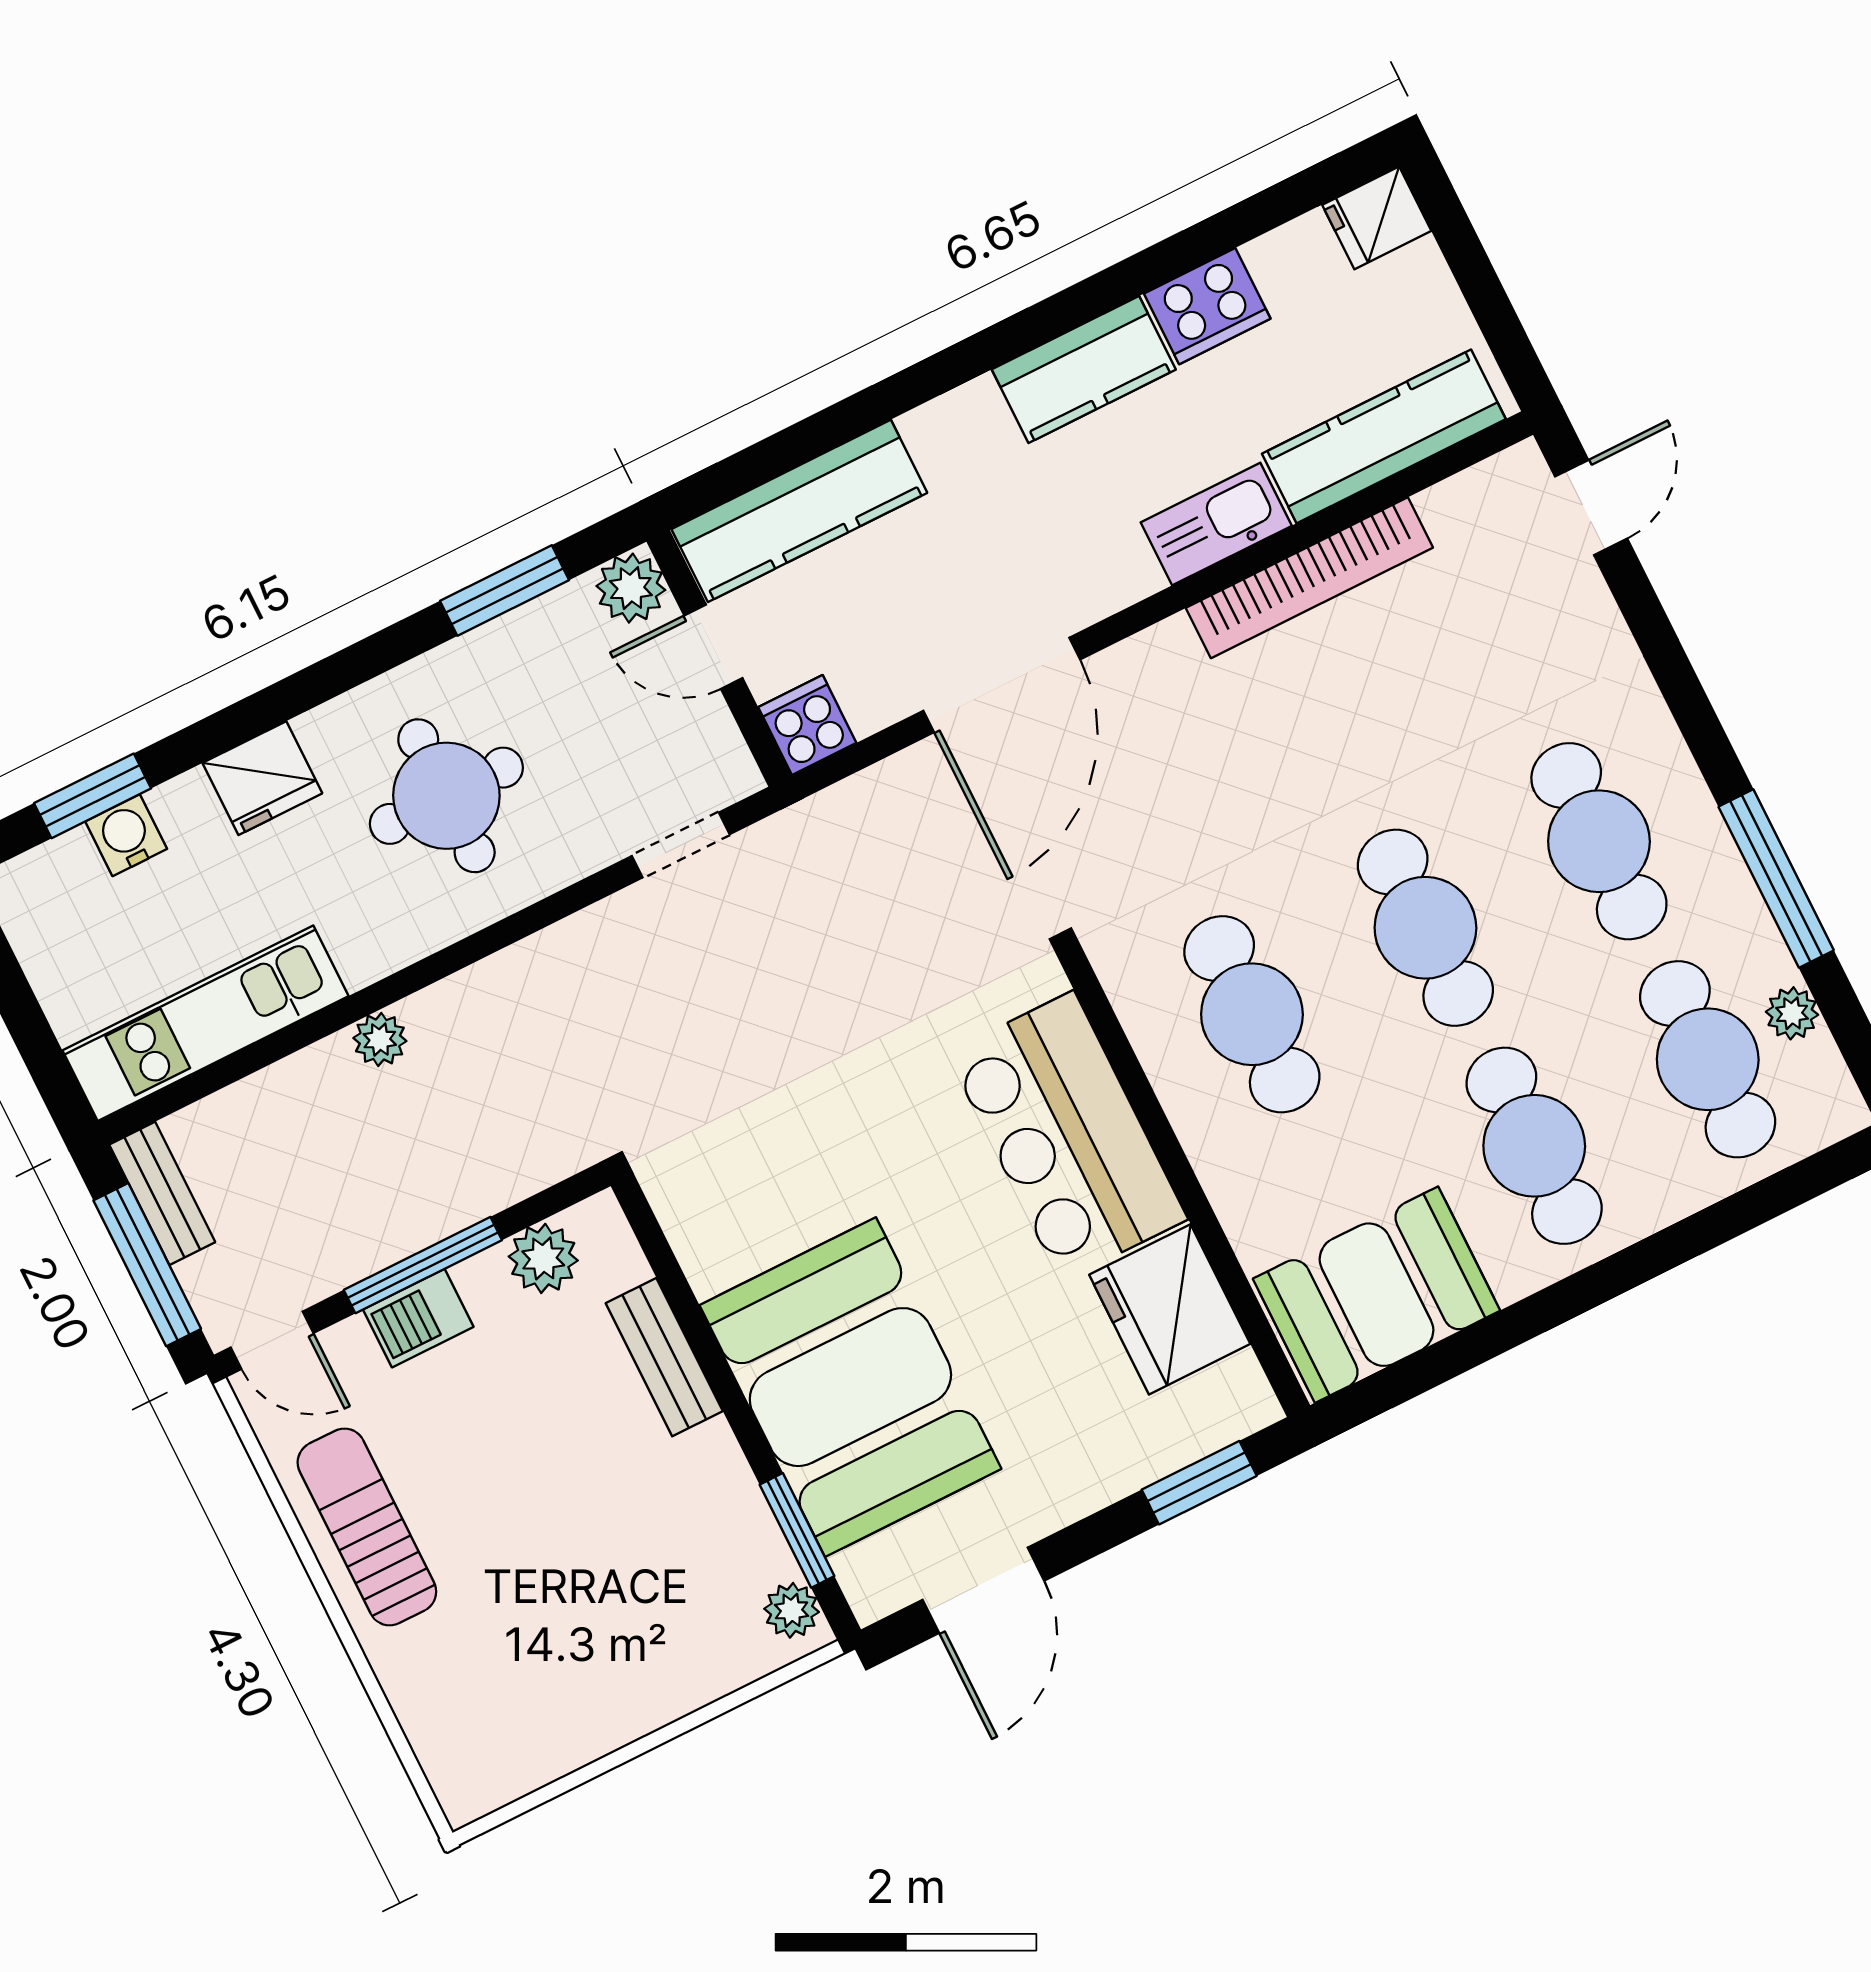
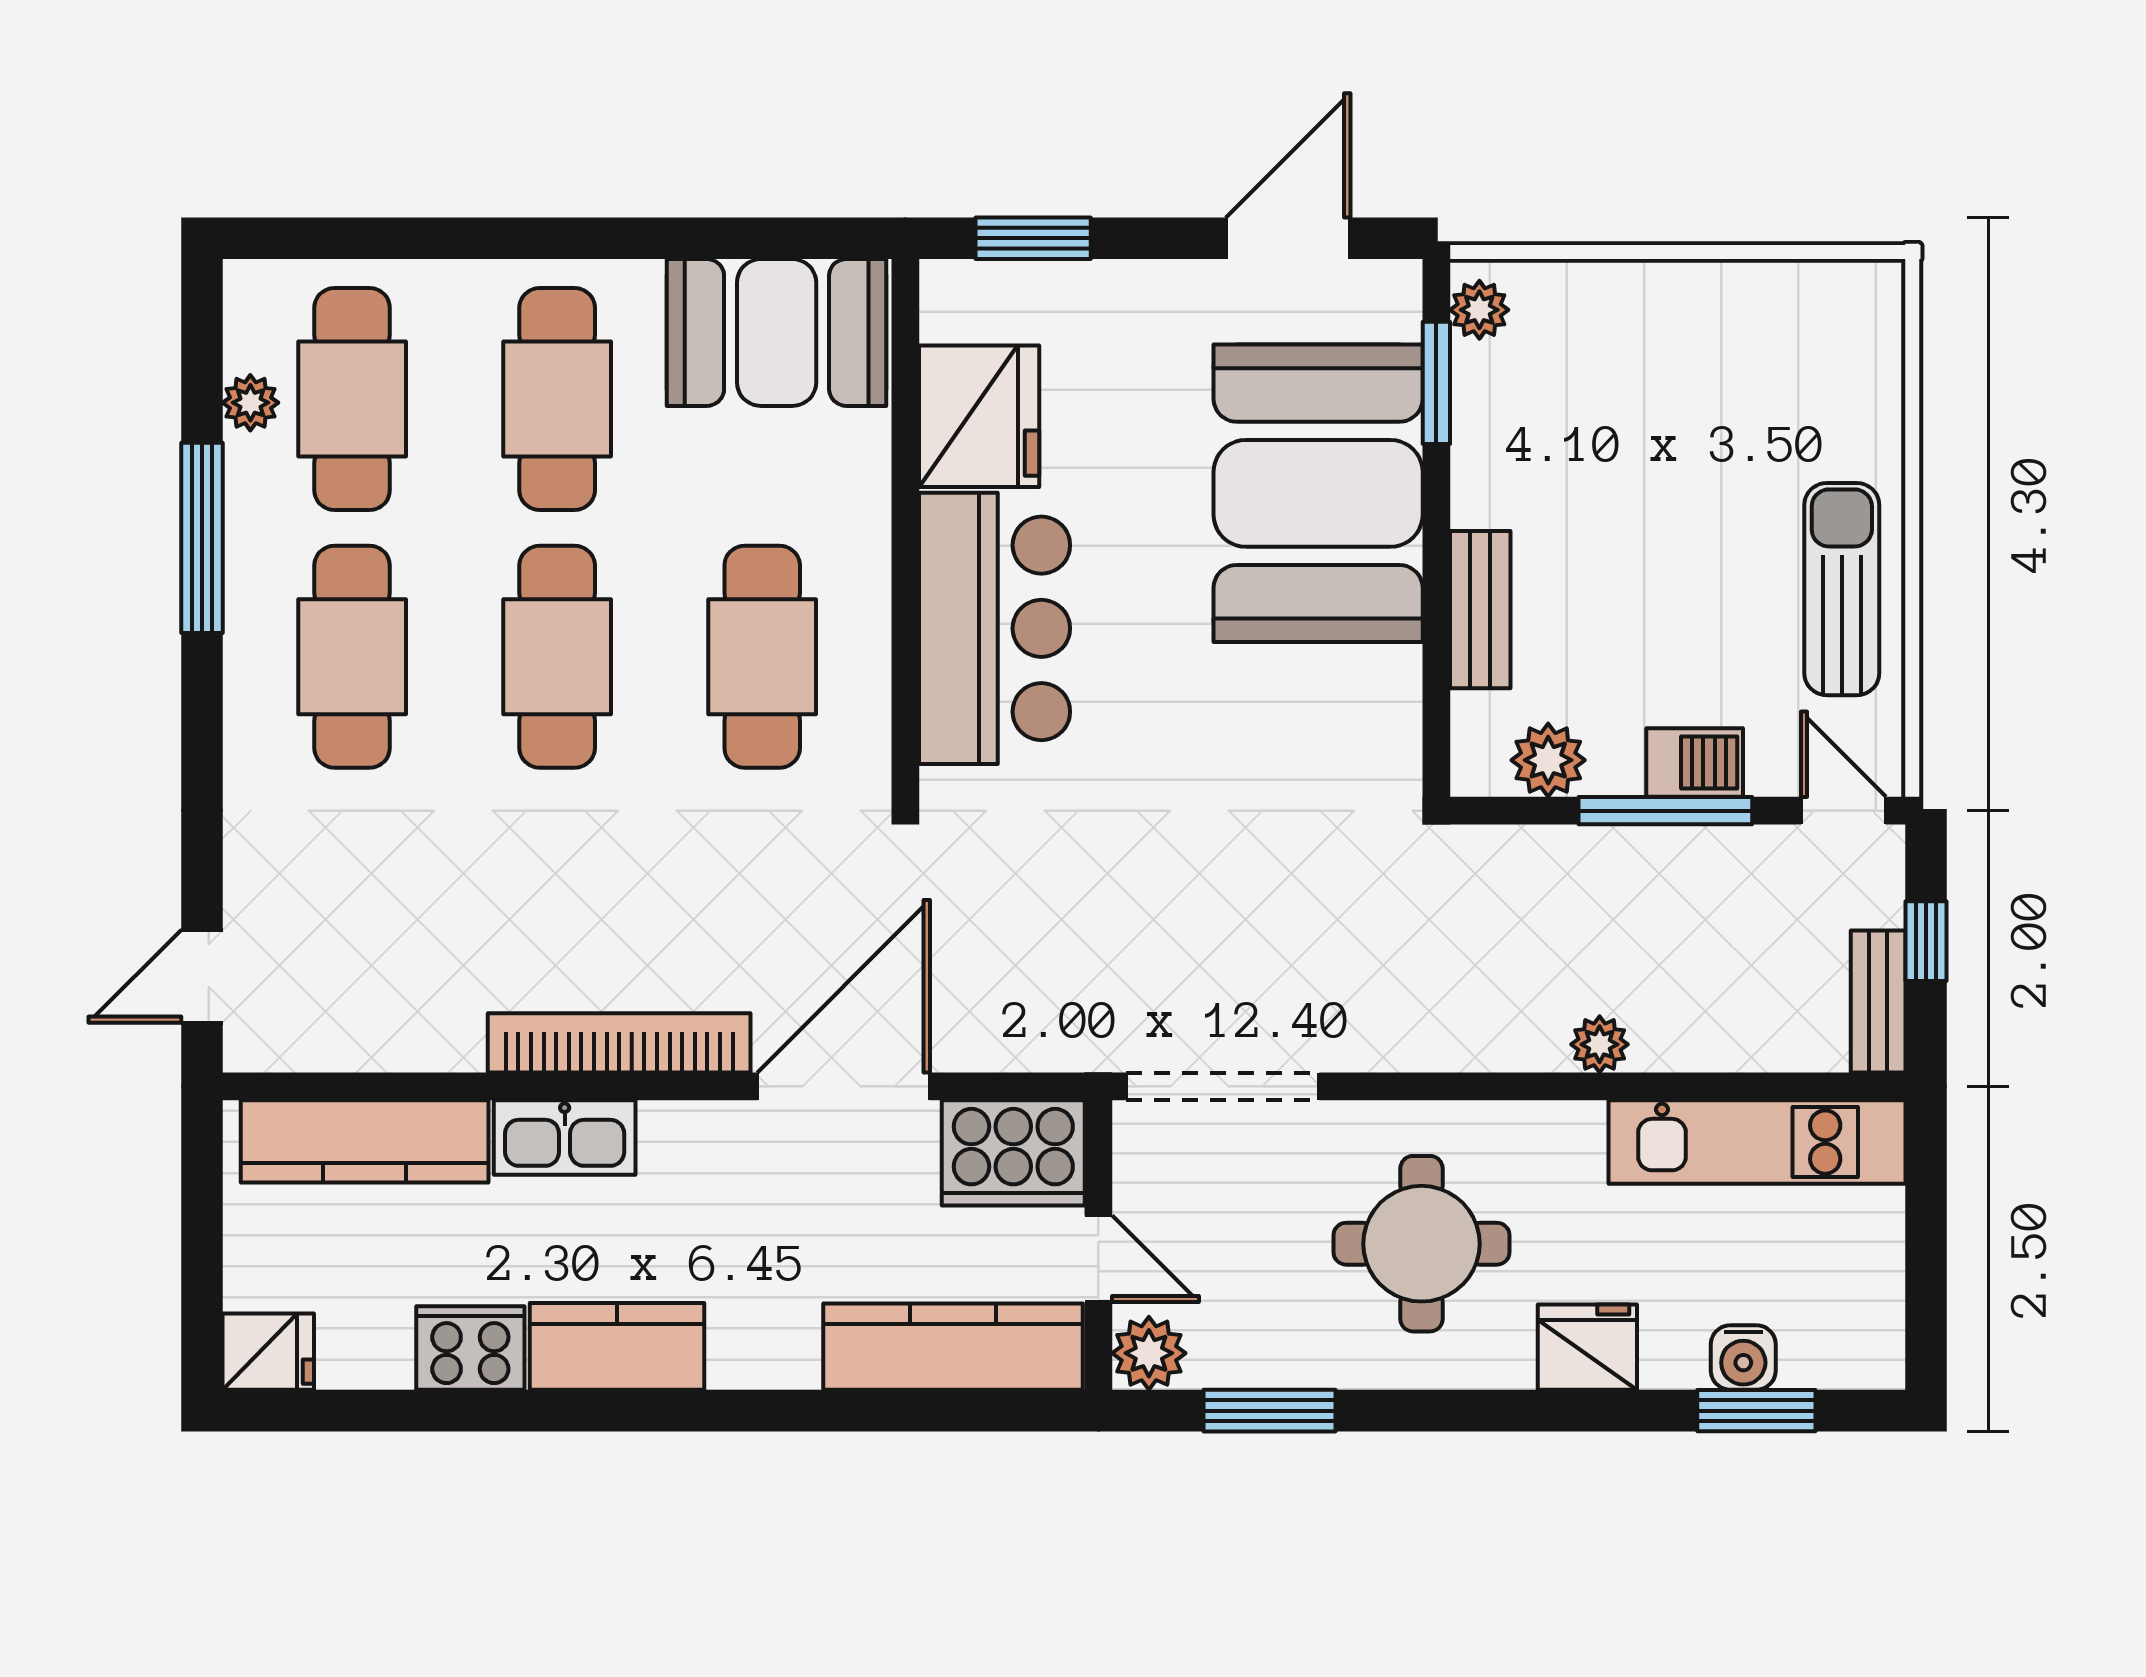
bookcase: (1309, 578) -> (619, 1043), moved
cooker: (807, 725) -> (1013, 1153), width x1.87, depth x1.31
doorway: (681, 845) -> (1223, 1086), width x1.87
window: (147, 1265) -> (1926, 941), width x0.46
sun lounger: (367, 1527) -> (1842, 589), turned 180

